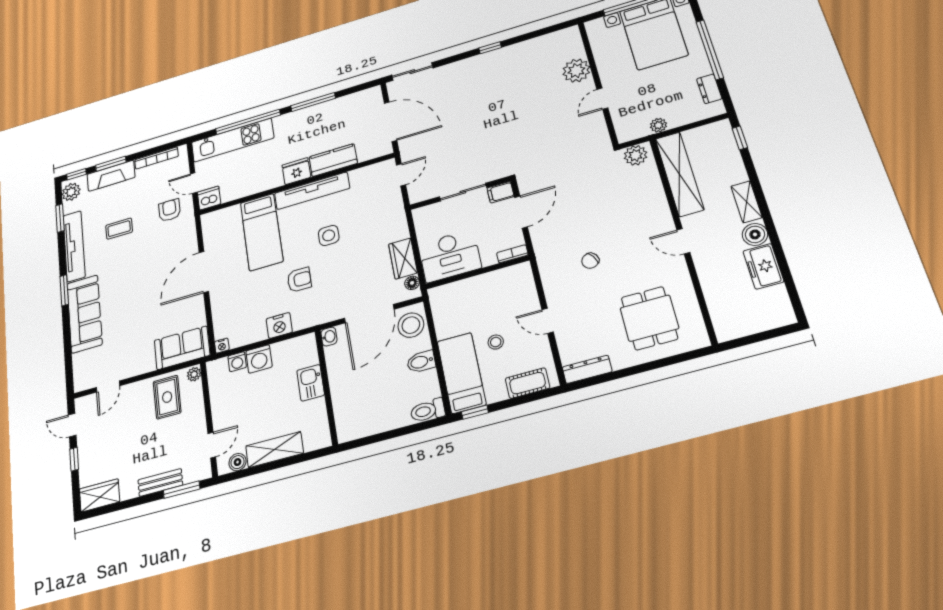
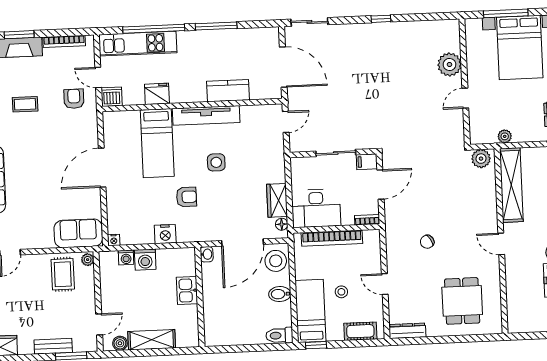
fridge: (296, 171) -> (157, 94), moved
bookcase: (474, 284) -> (332, 238), added

